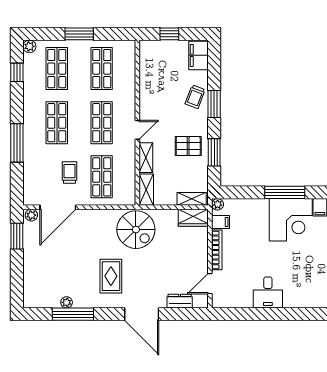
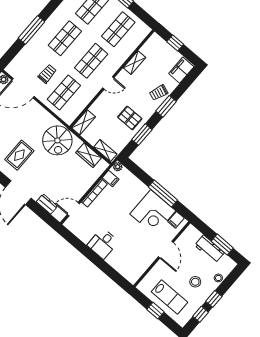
shelving: (146, 158) -> (134, 63), moved
wardrobe: (193, 218) -> (89, 155), moved

